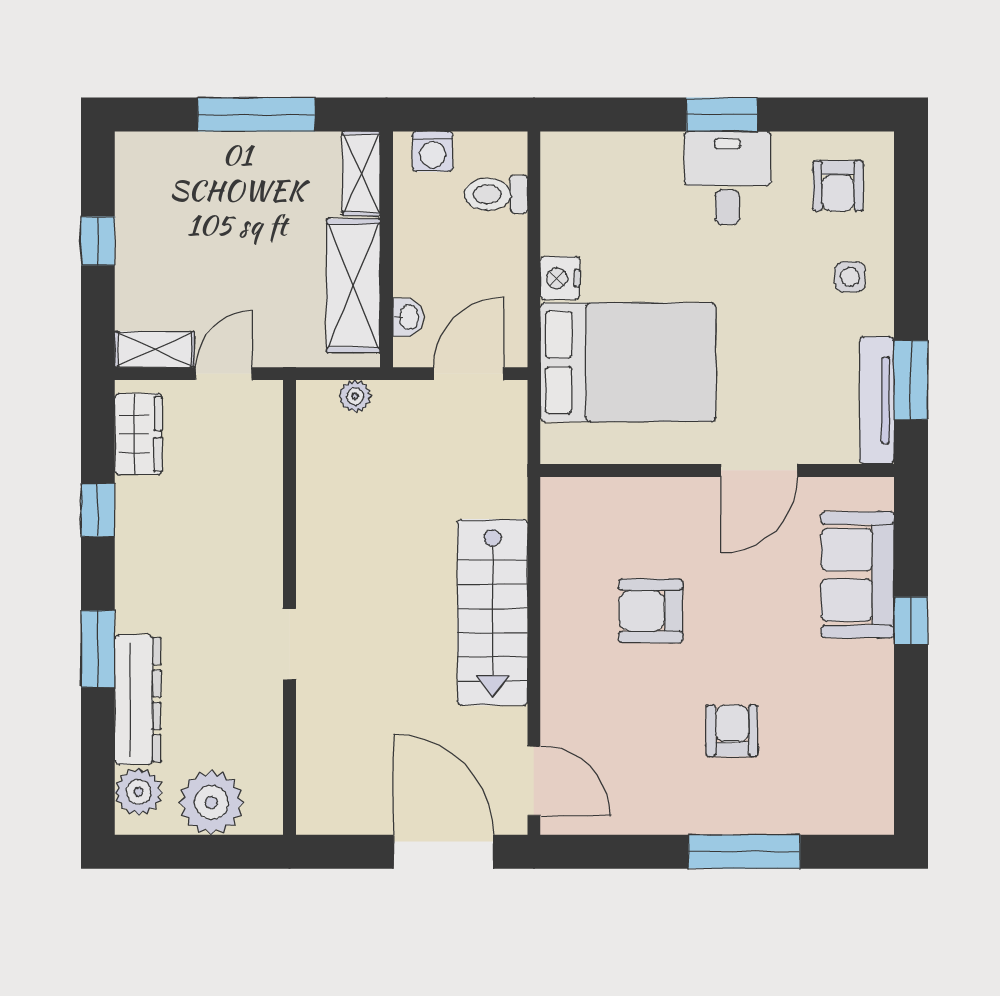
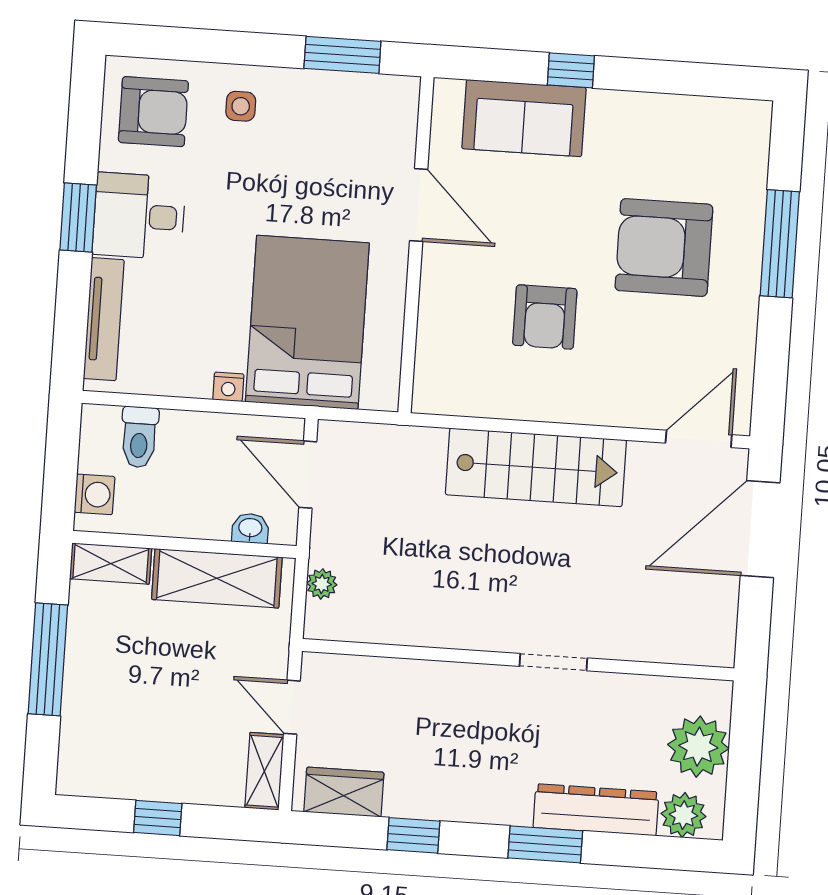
armchair: (838, 186) -> (153, 112), width x1.38, depth x1.38
nightstand: (560, 278) -> (228, 387), width x0.72, depth x0.74
tv unit: (877, 400) -> (104, 319), moved, turned -90
armchair: (732, 731) -> (664, 247), width x1.88, depth x1.88

